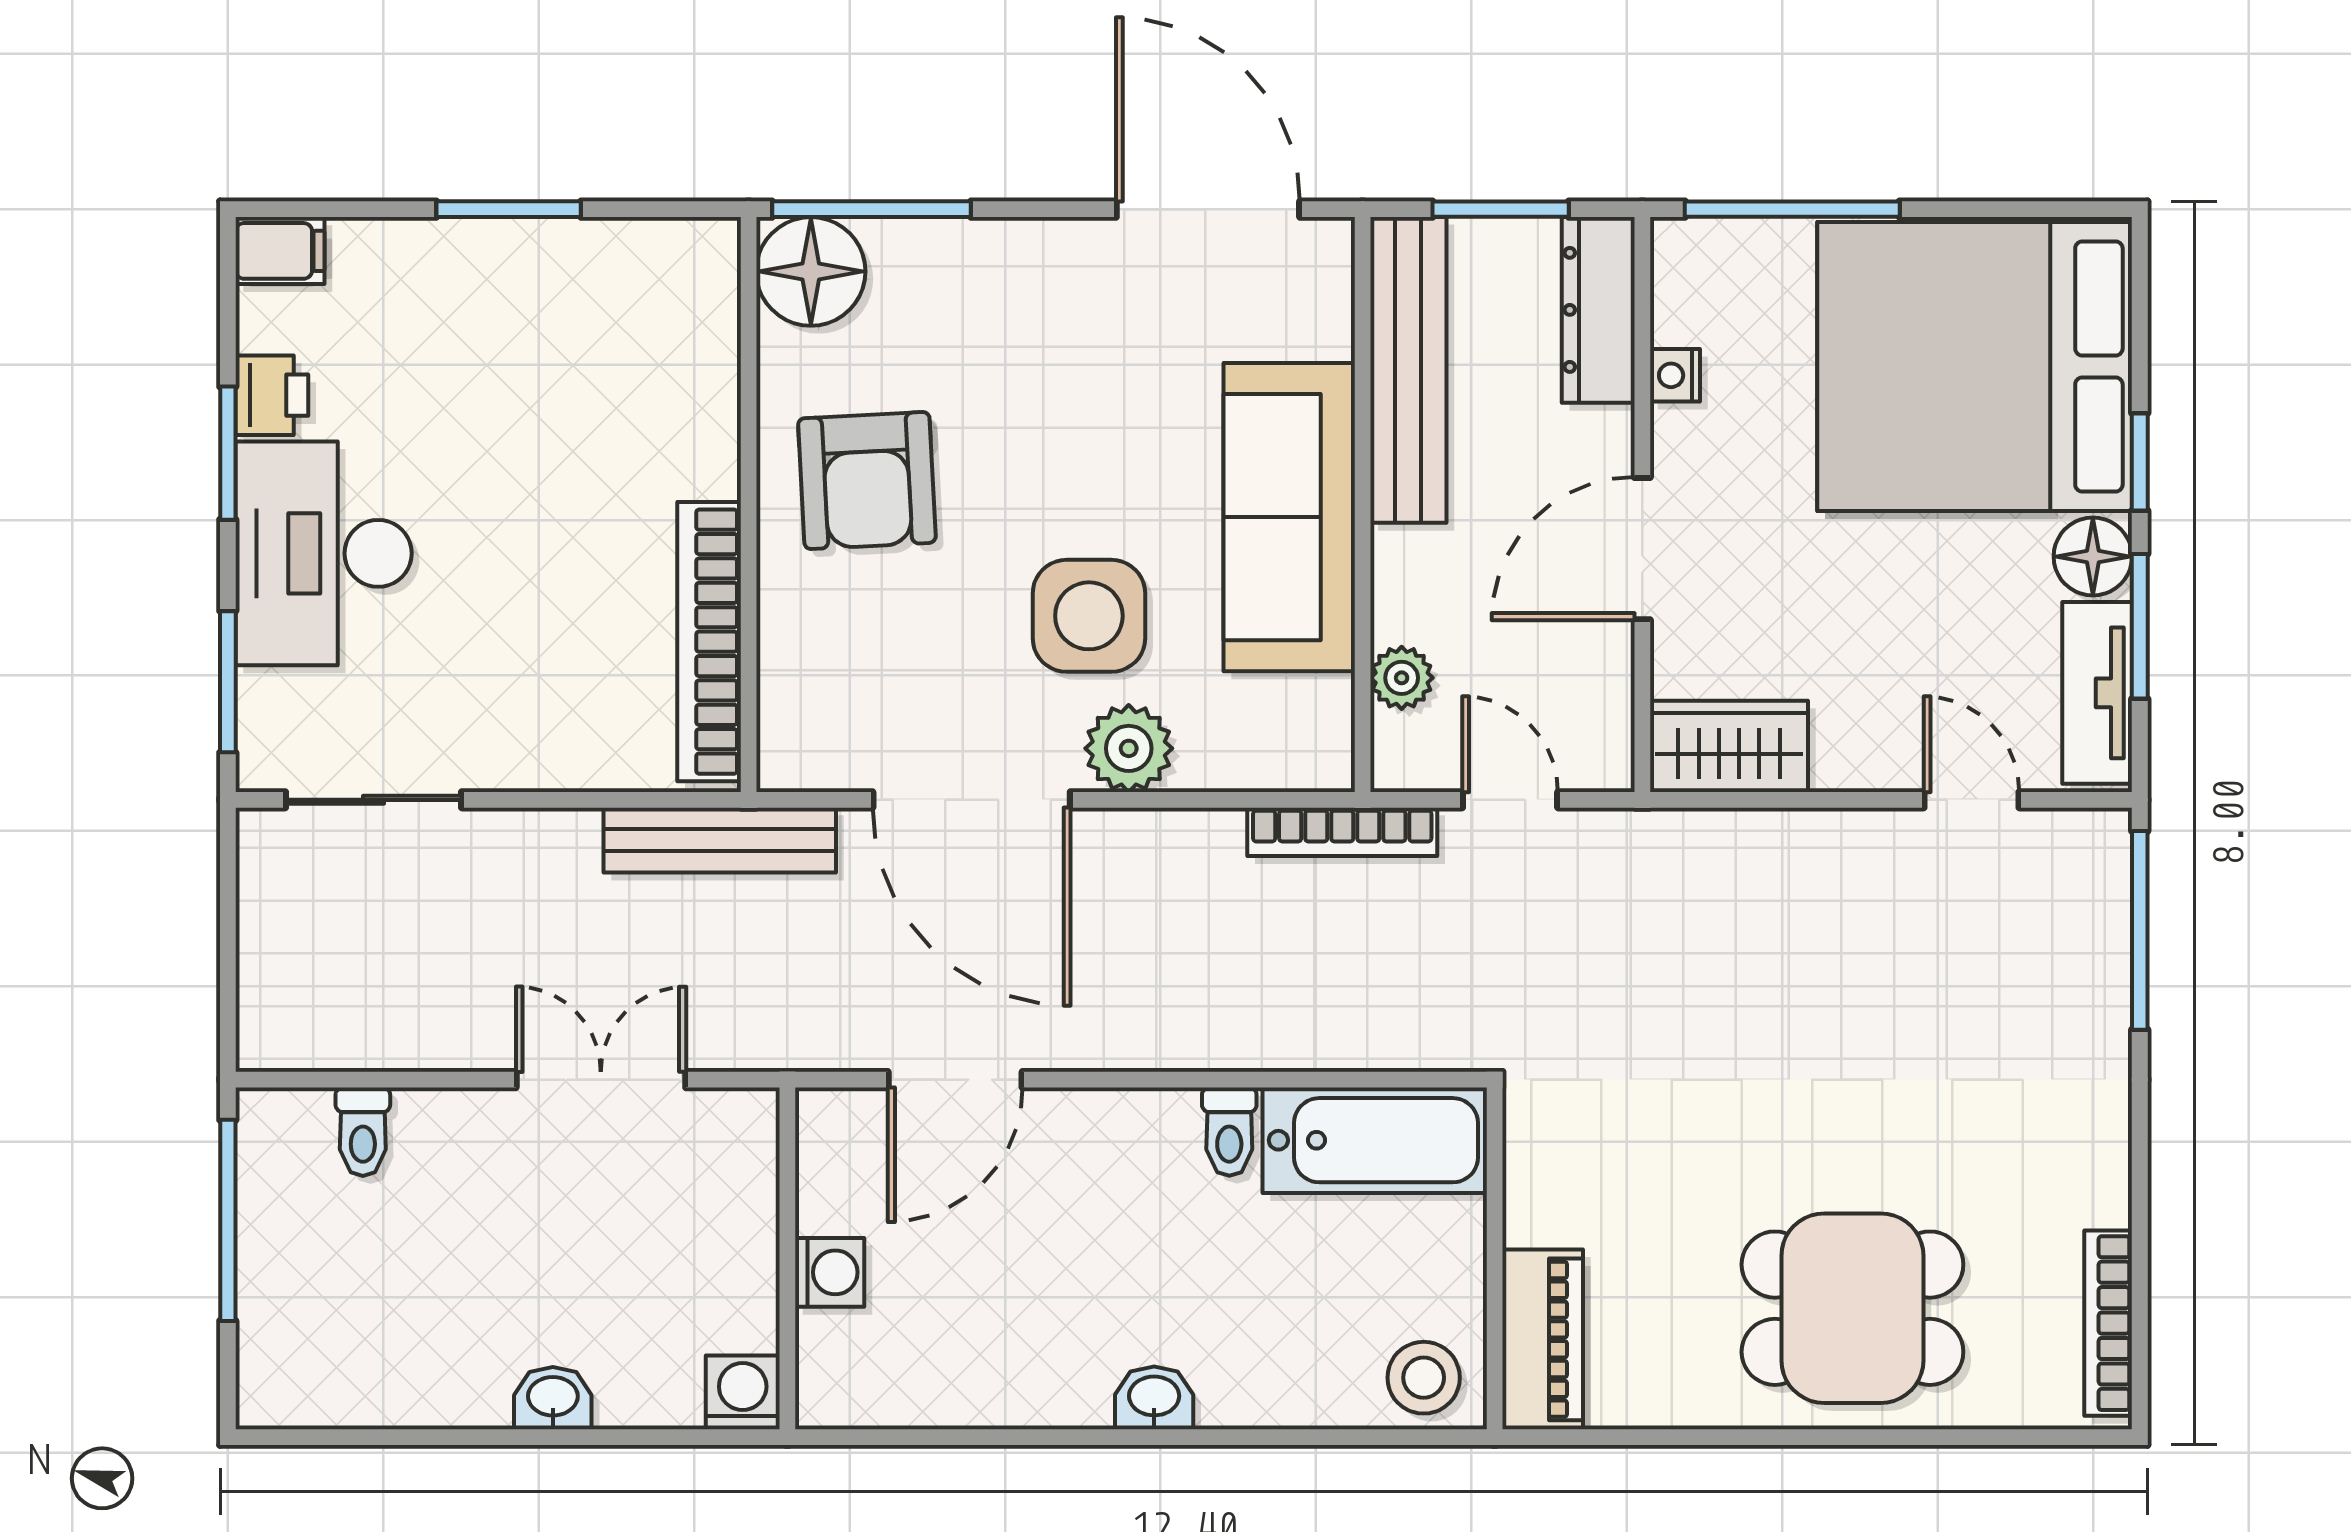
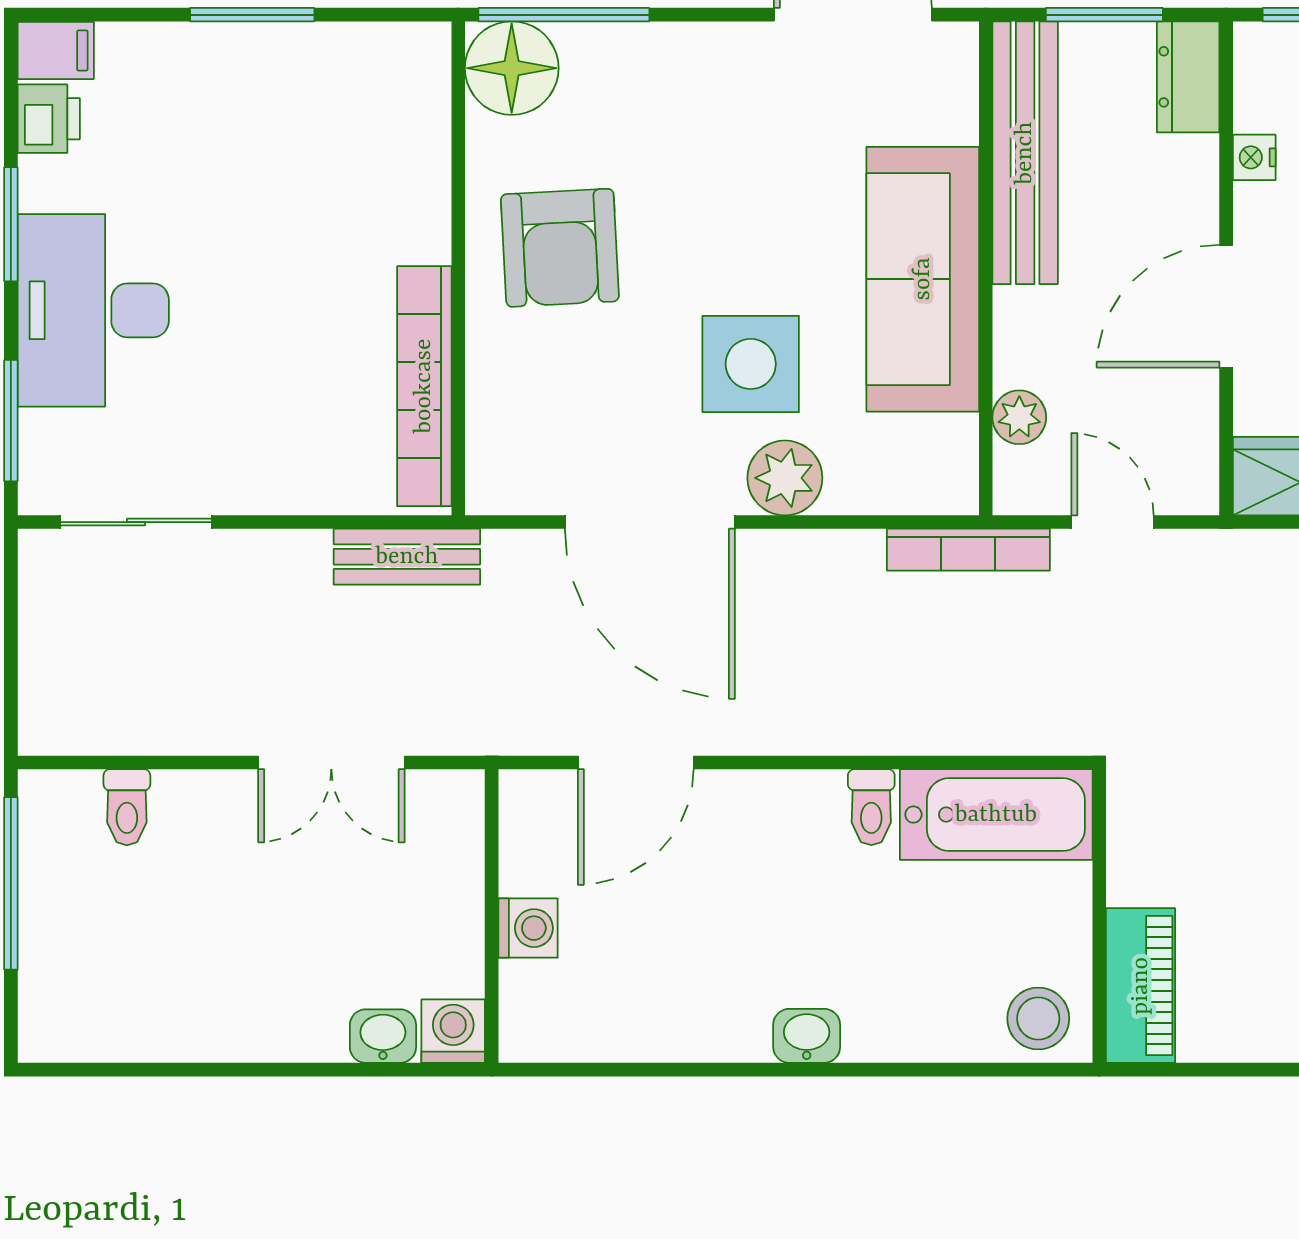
dresser: (1598, 310) -> (1188, 77), width x0.70
printer: (272, 395) -> (49, 119), moved
bench: (720, 840) -> (407, 557), width x0.73
double door: (601, 1080) -> (331, 762), swing flipped
washbasin: (553, 1398) -> (383, 1036), moved

